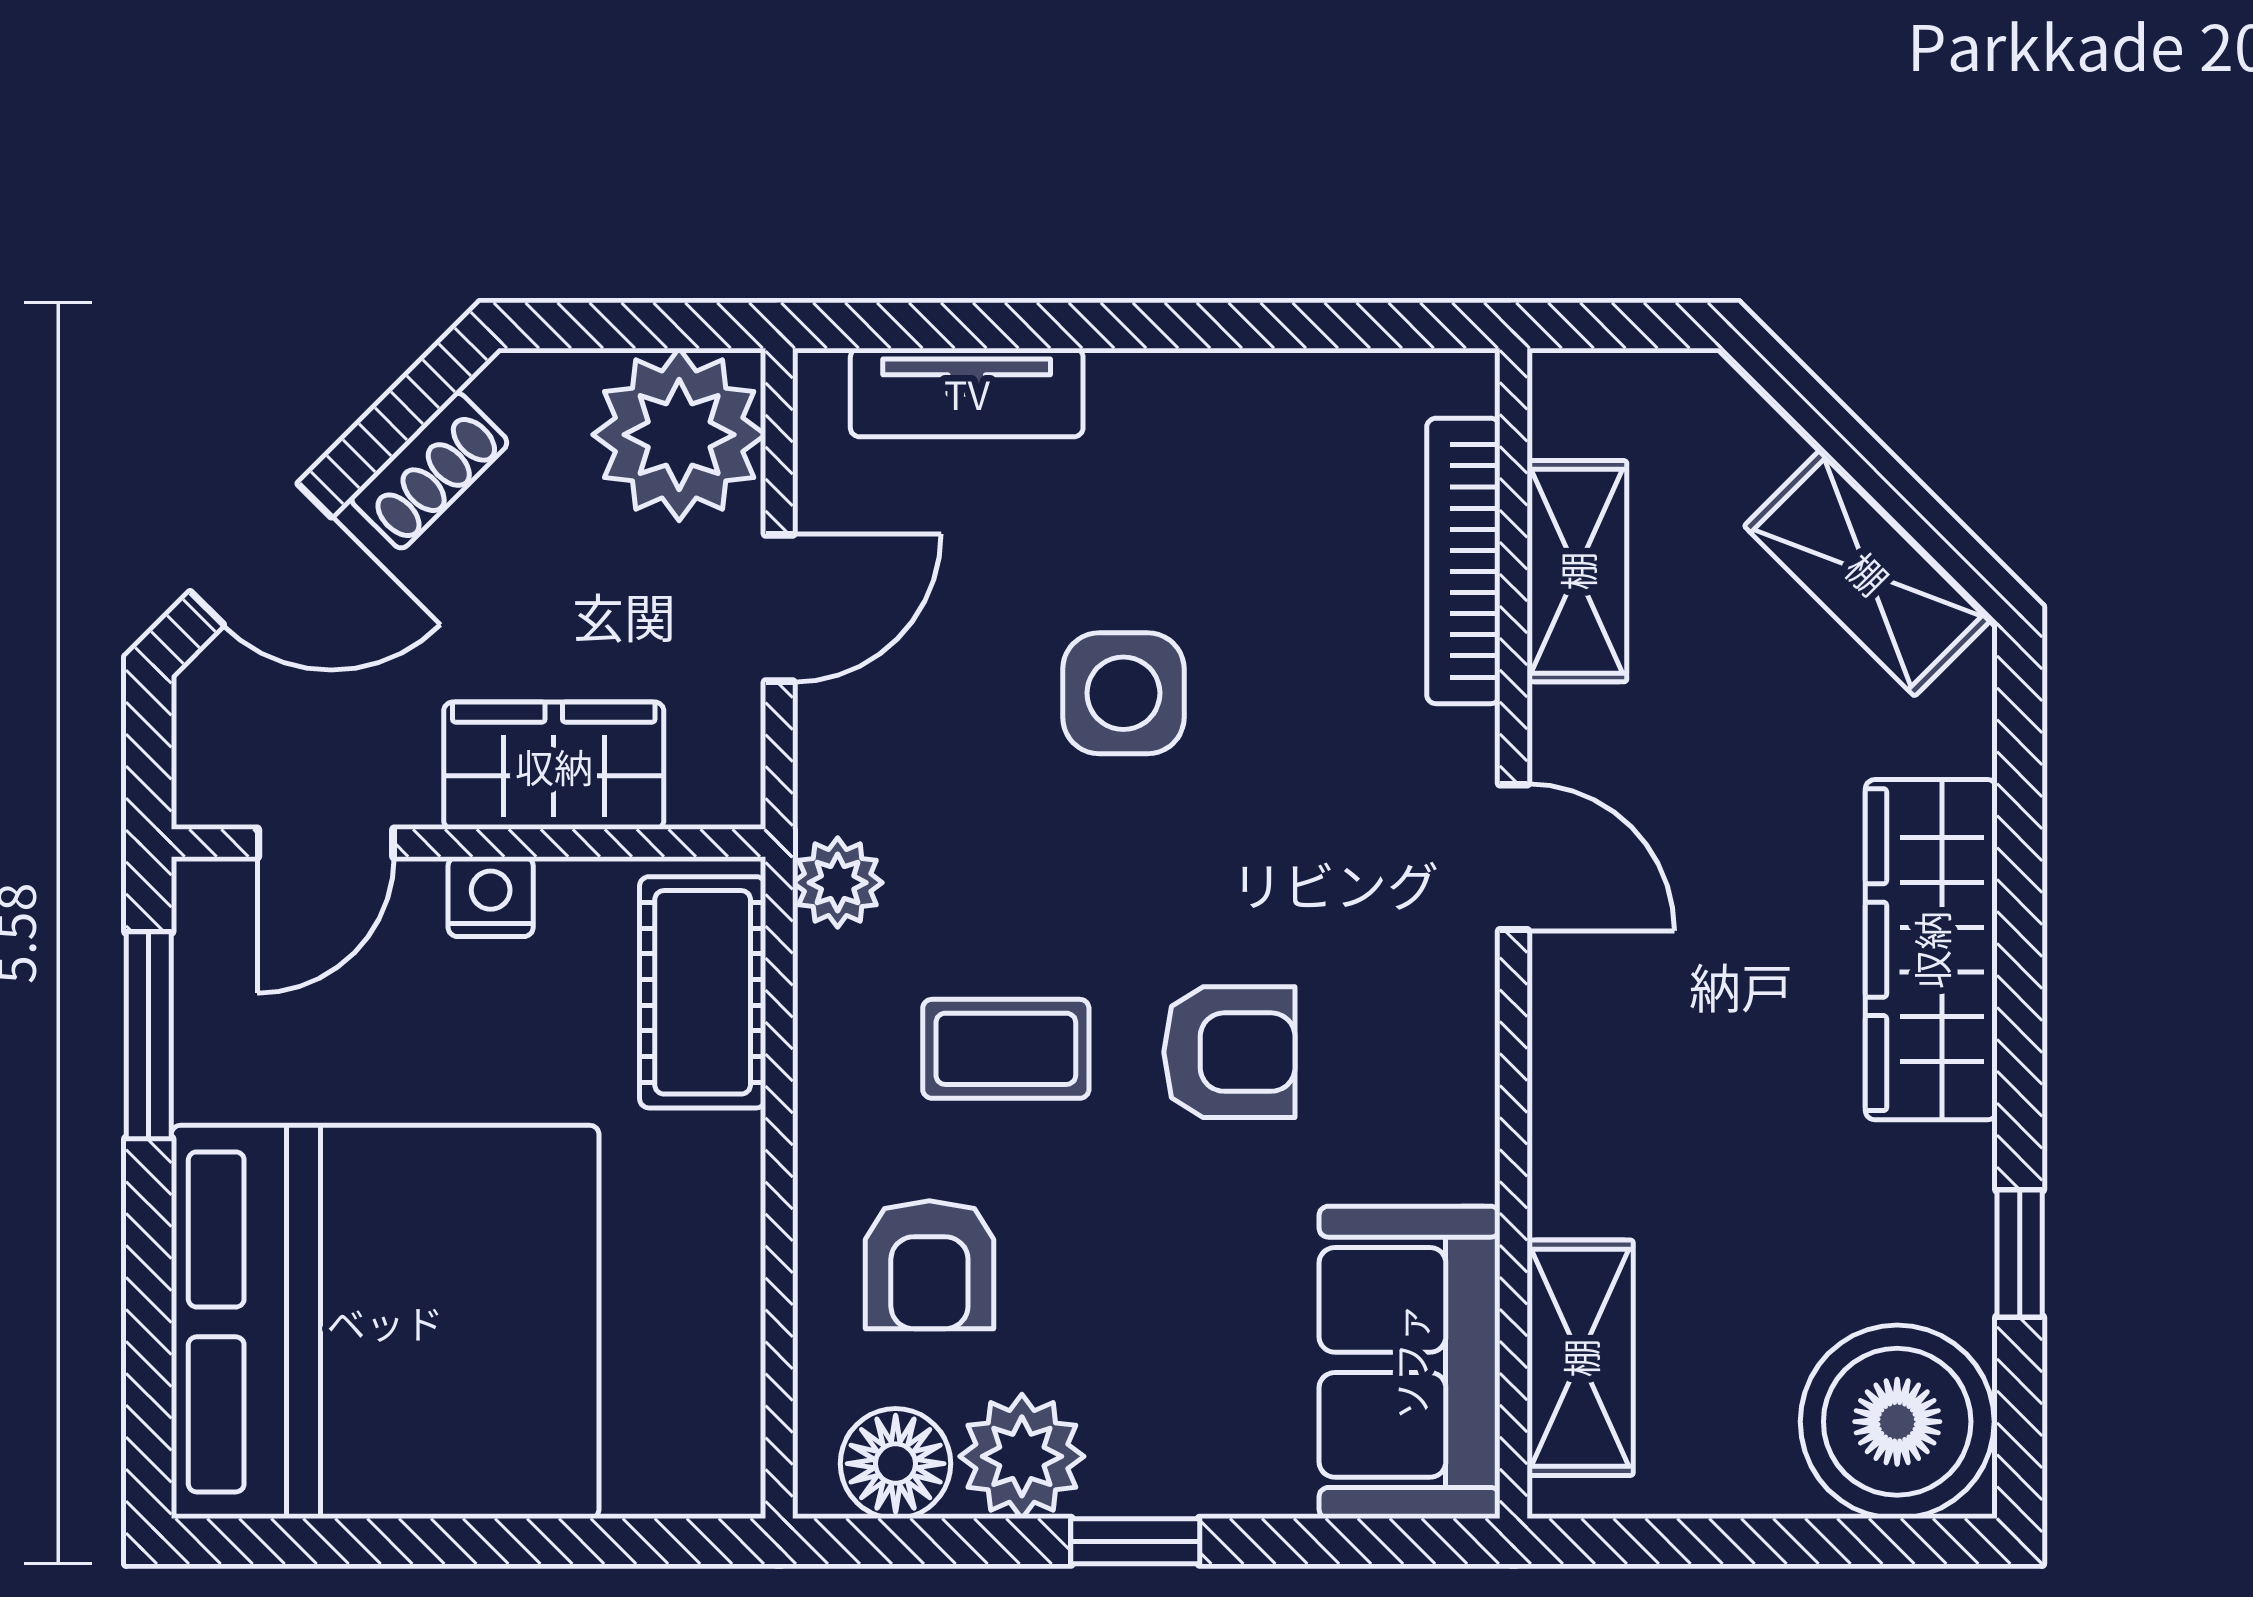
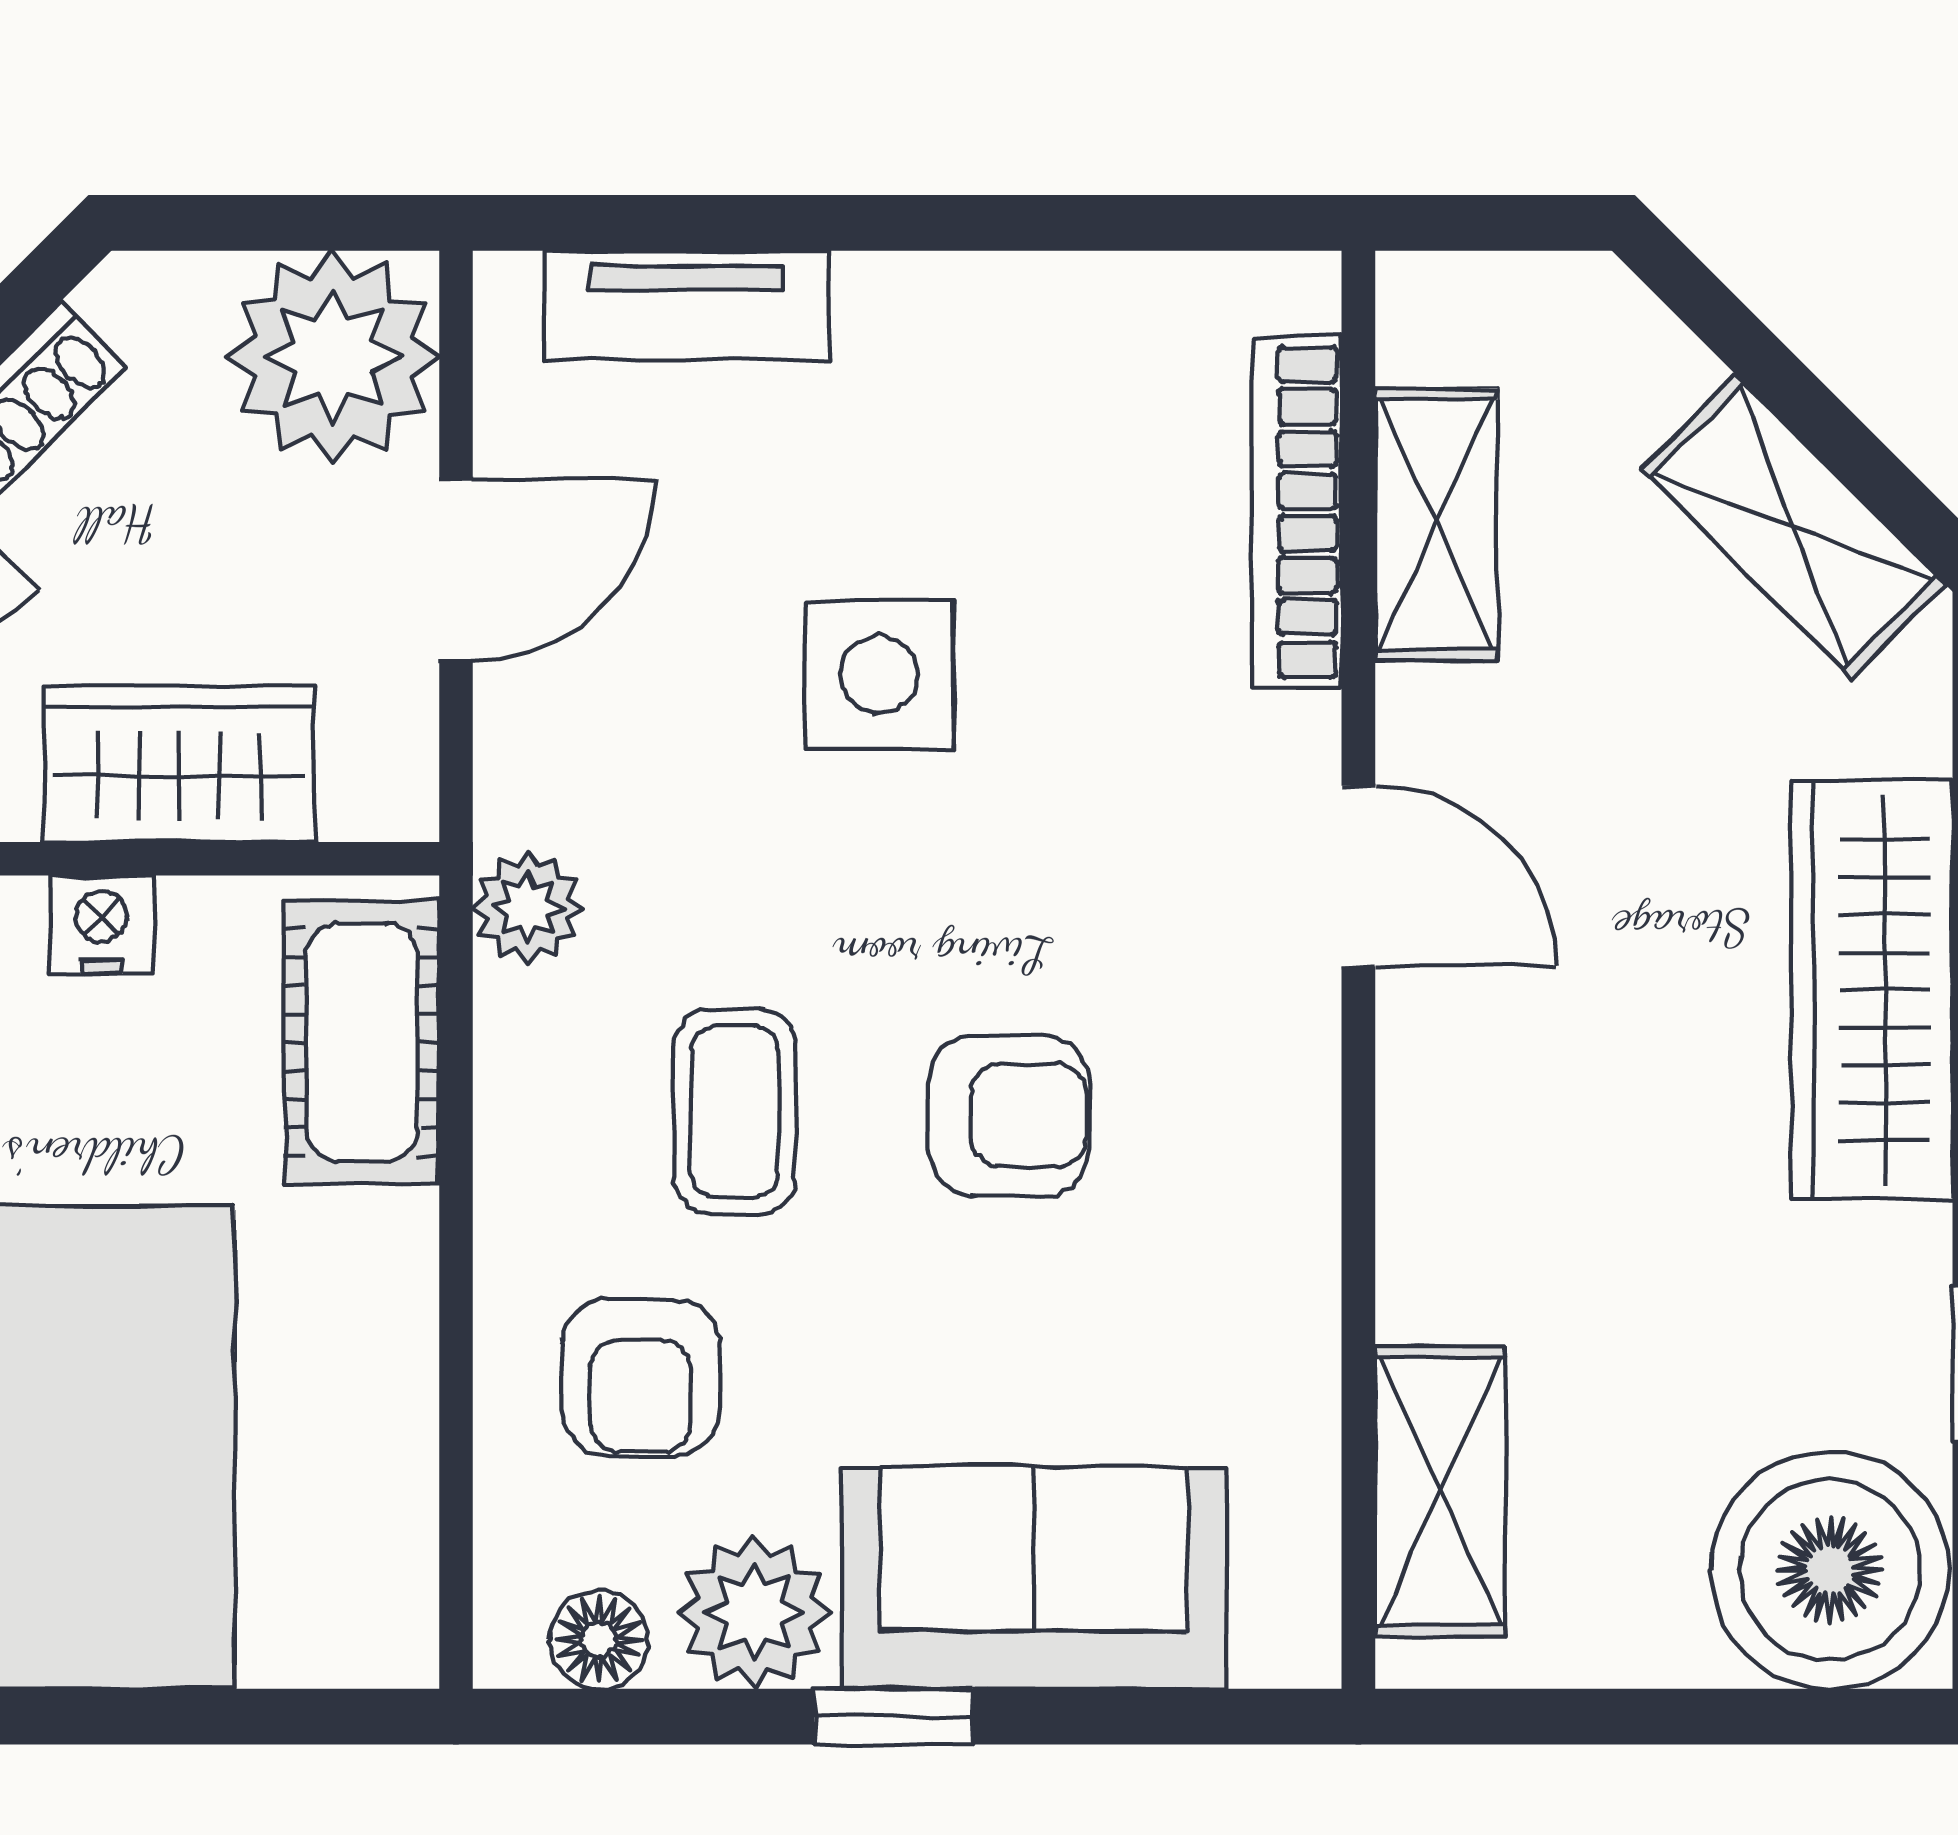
coffee table: (1006, 1049) -> (735, 1112), turned 90
sofa: (1410, 1362) -> (1034, 1578), moved, turned 90
floor lamp: (896, 1464) -> (599, 1640), width x0.73, depth x0.73

